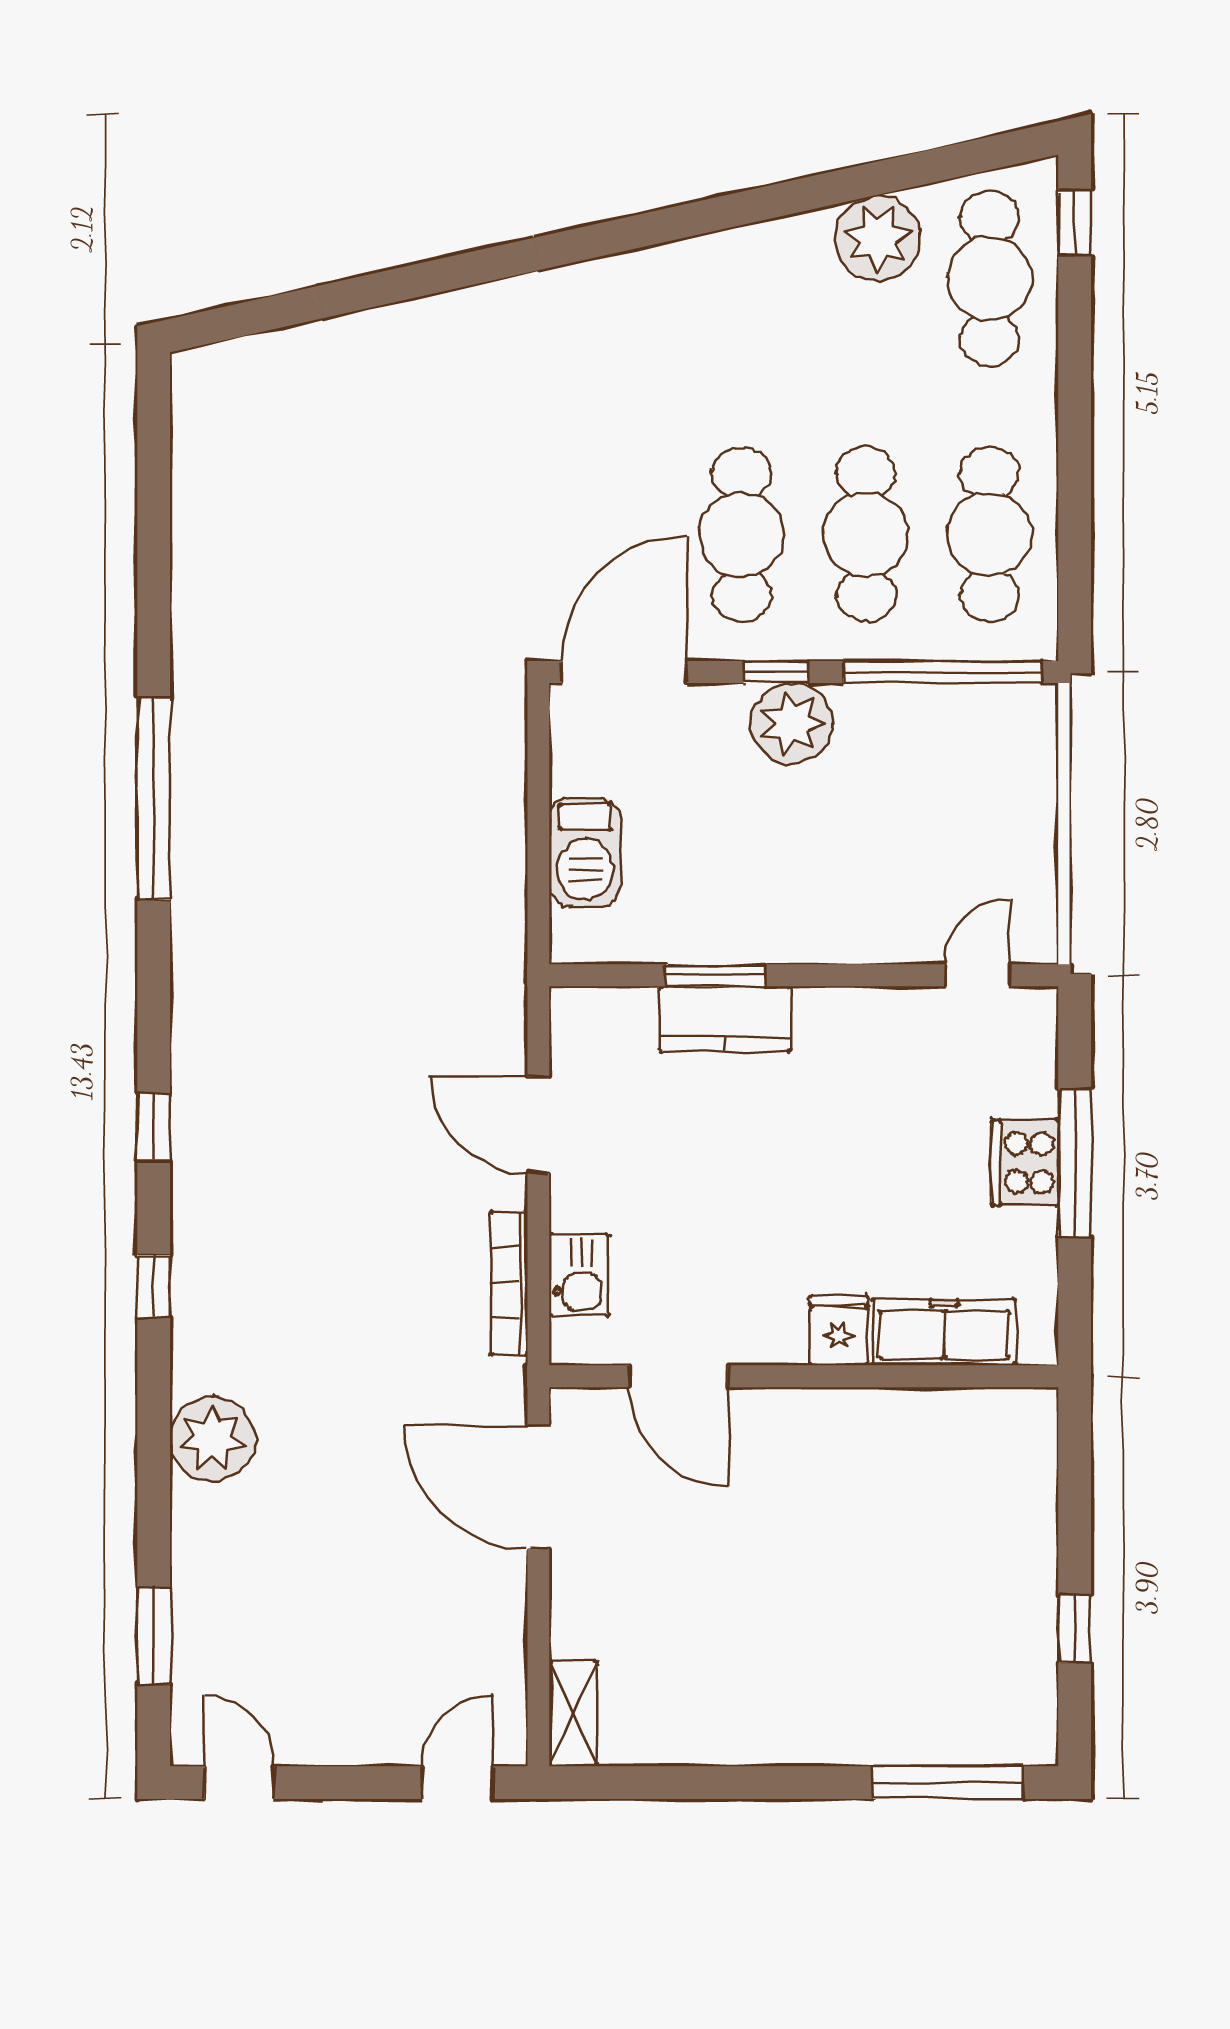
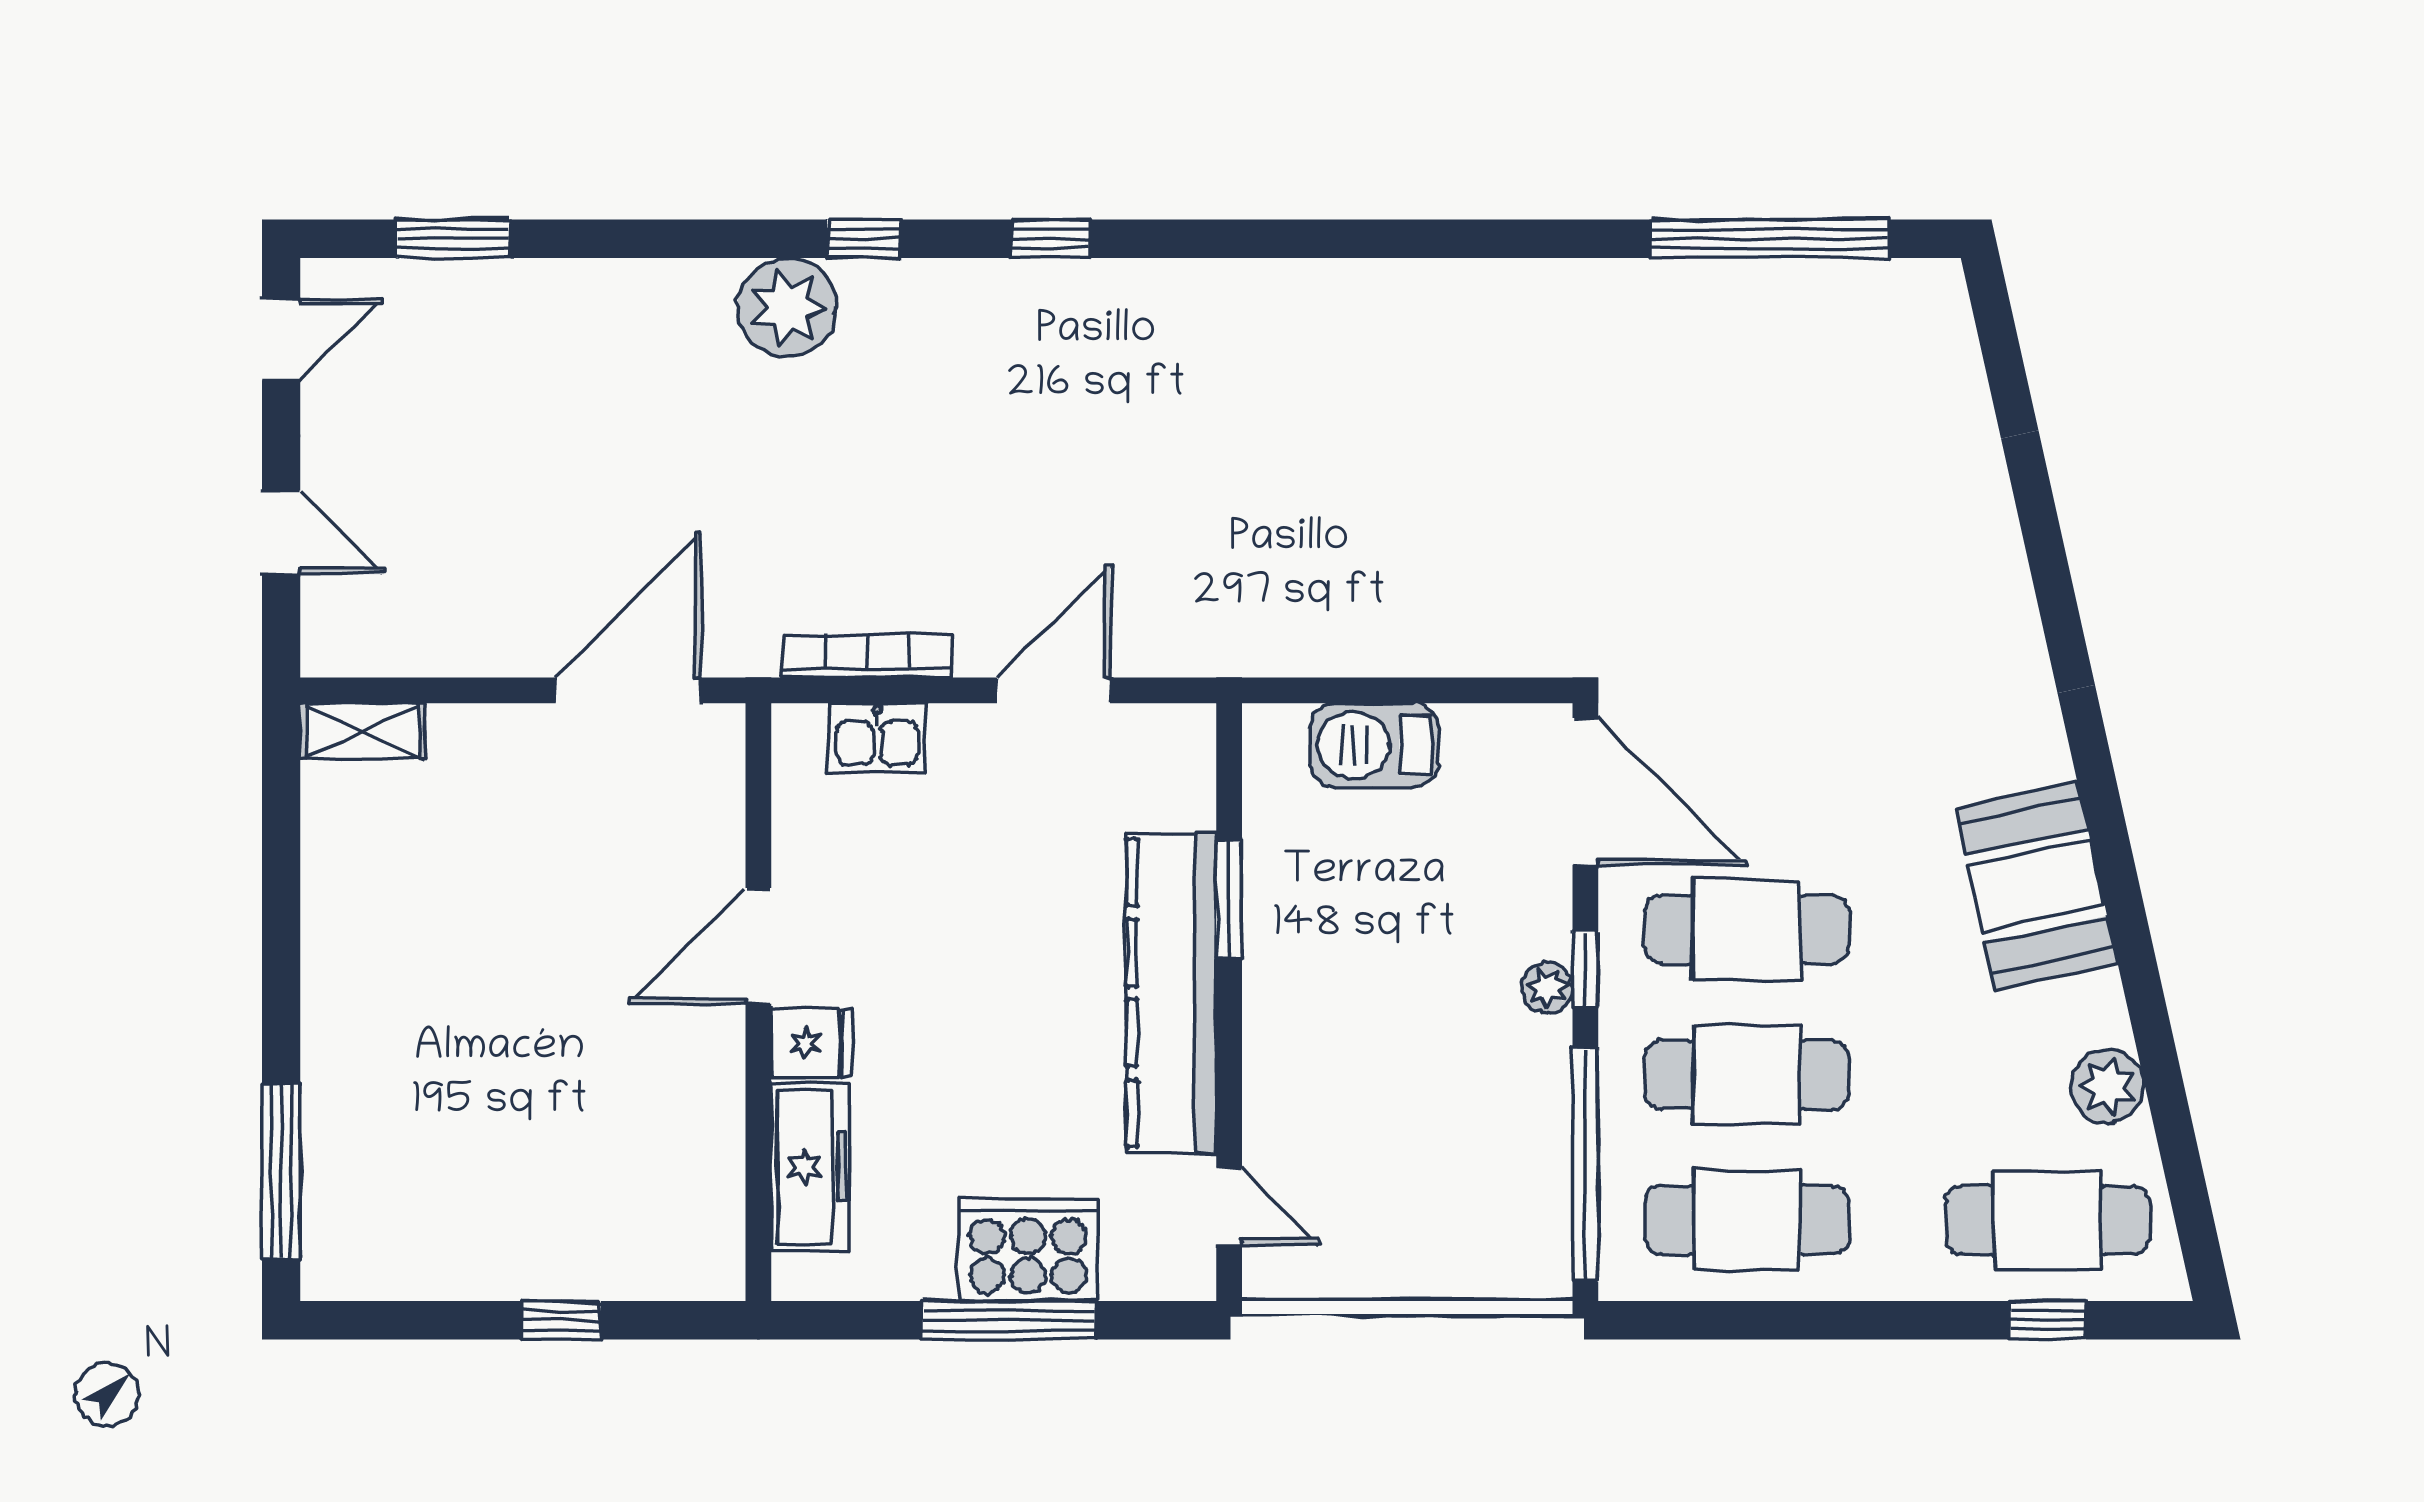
window: (1075, 222) -> (2048, 1320), moved
plant: (878, 238) -> (2108, 1086), width x0.73, depth x0.73
booth: (705, 288) -> (2036, 886), added
plant: (792, 723) -> (1547, 988), width x0.53, depth x0.53
window: (154, 798) -> (1770, 239), moved
kitchen counter: (725, 1019) -> (1171, 993), width x2.08, depth x1.17
cooker: (1025, 1163) -> (1028, 1250), width x1.37, depth x1.31
door: (678, 1376) -> (758, 946), moved
plant: (212, 1439) -> (787, 307), moved
window: (1075, 1629) -> (561, 1320), moved
door: (457, 1783) -> (281, 532), moved

